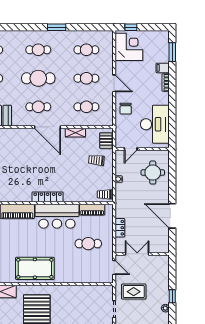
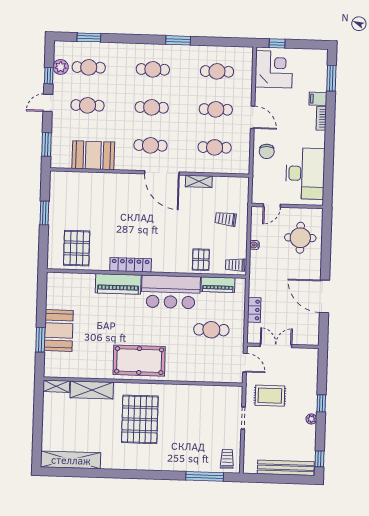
cafe table: (38, 78) -> (152, 107), width x0.73, depth x0.74
pallet: (106, 141) -> (201, 260), moved
locker: (48, 197) -> (131, 265), moved

